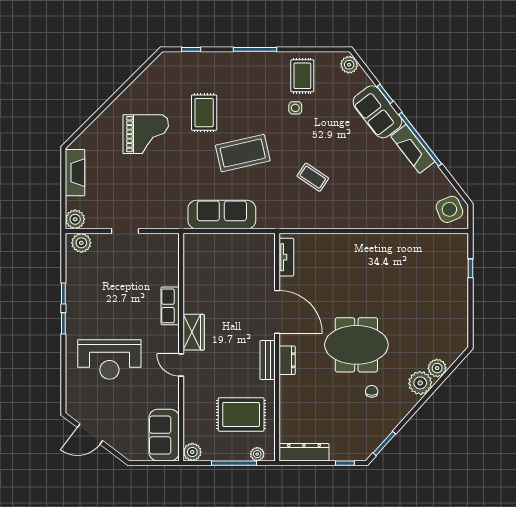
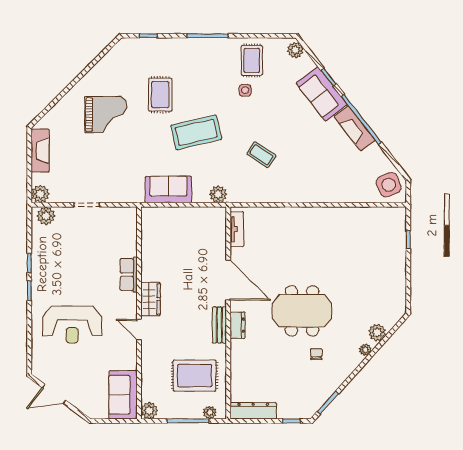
sofa: (222, 215) -> (168, 190), width x0.73
plant: (266, 220) -> (218, 194), added
plant: (420, 383) -> (365, 350), width x0.53, depth x0.53

